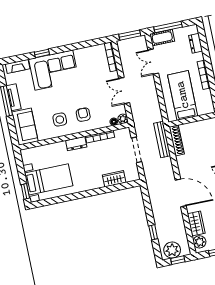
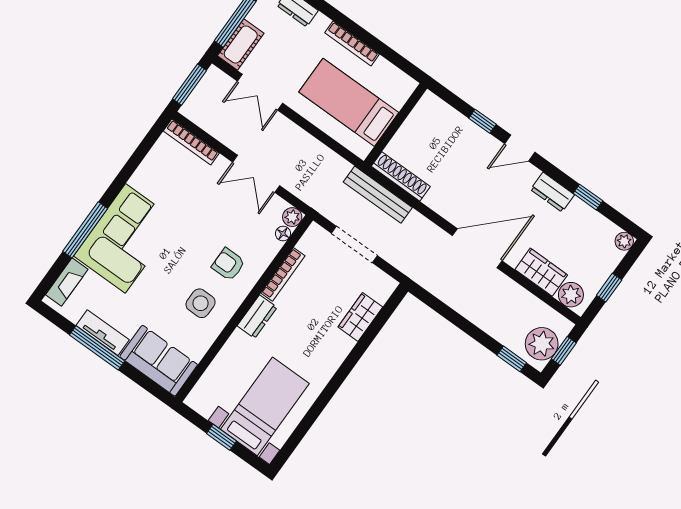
window: (42, 53) -> (85, 230), width x2.17
window: (25, 191) -> (221, 437), moved
window: (153, 232) -> (512, 359), moved

